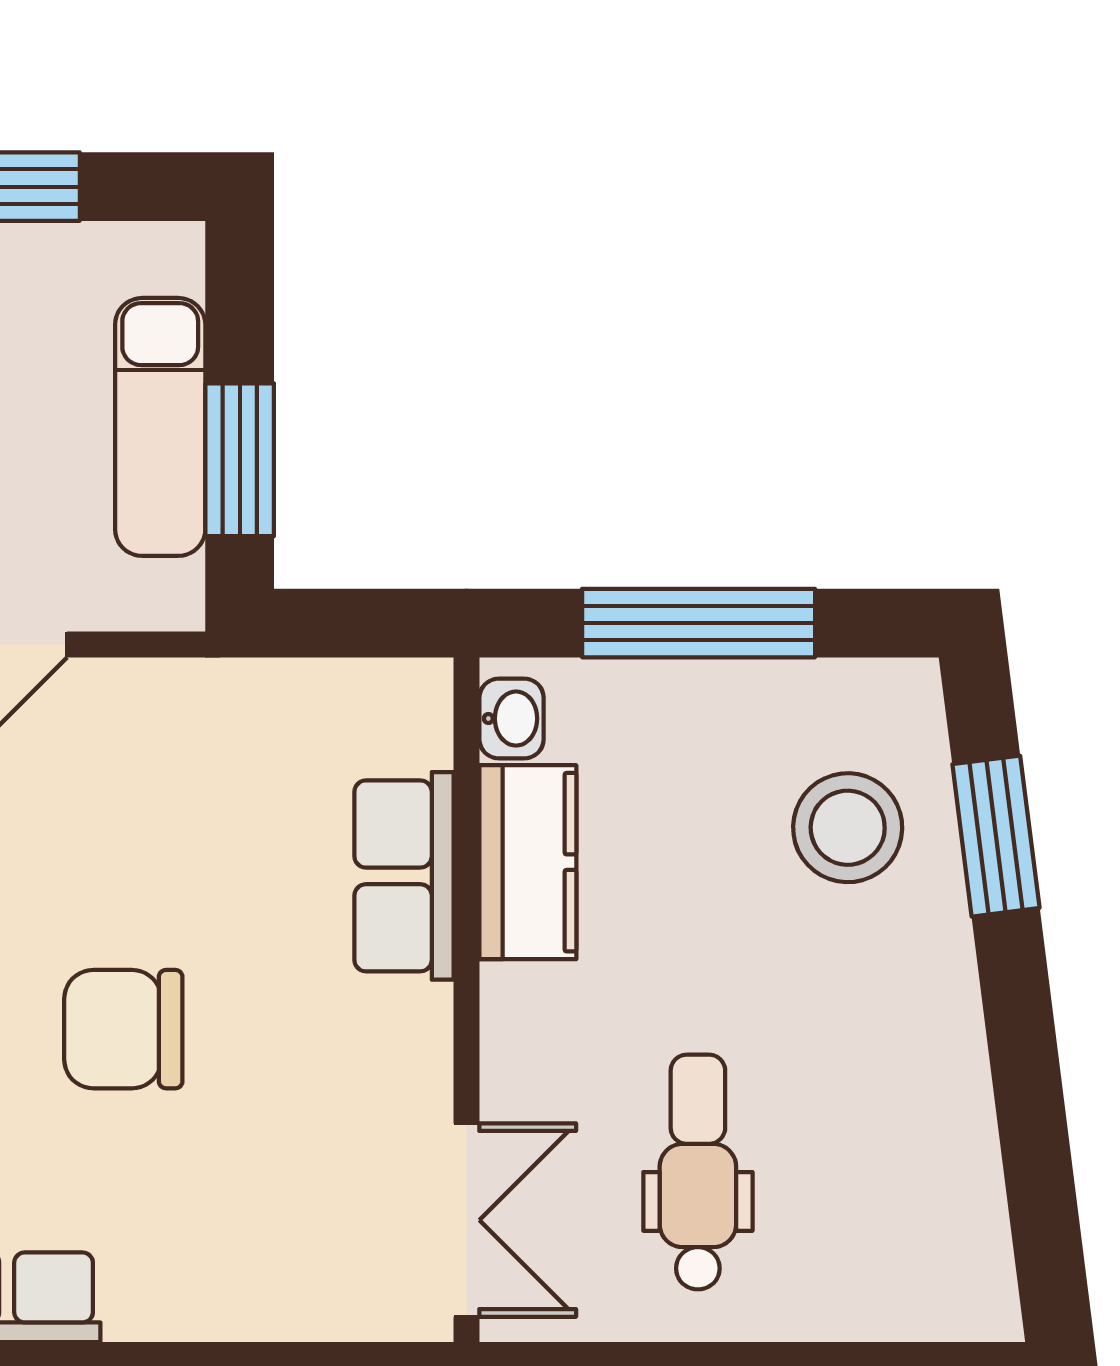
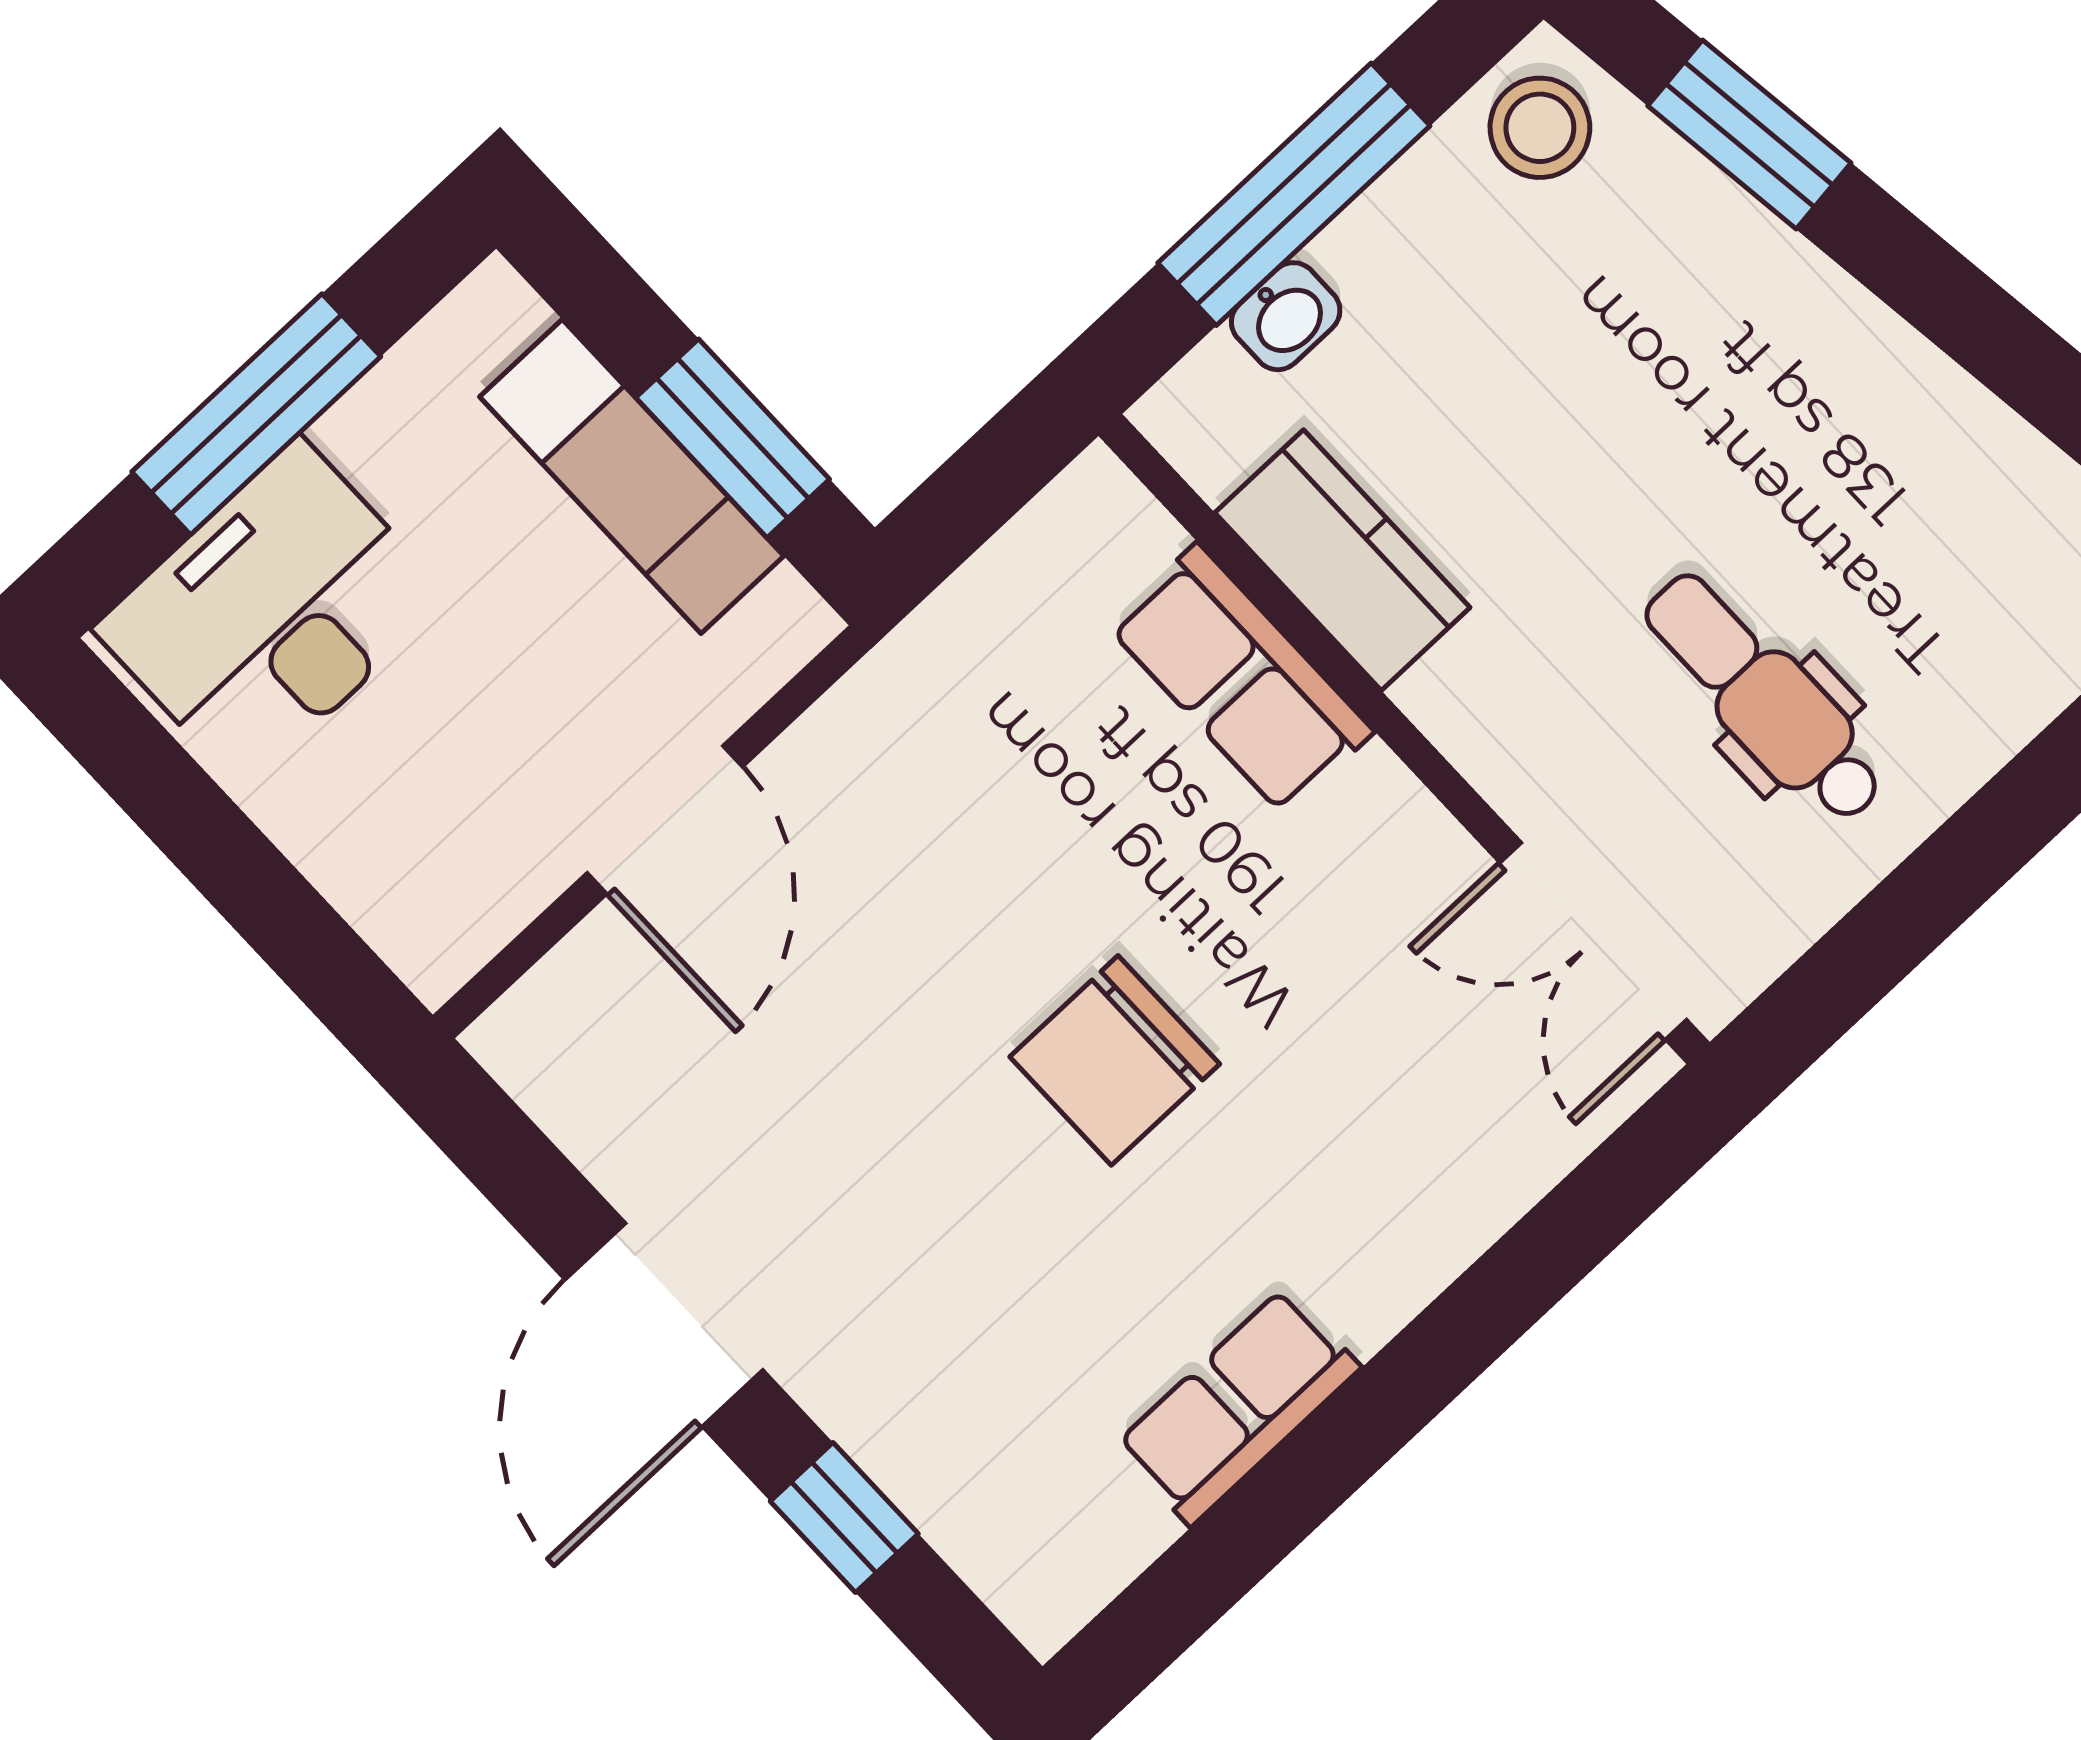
washbasin: (511, 719) -> (1286, 316), moved, turned 90
stool: (848, 828) -> (1540, 128), moved, width x0.73, depth x0.73
double door: (466, 1220) -> (1593, 941), swing flipped

